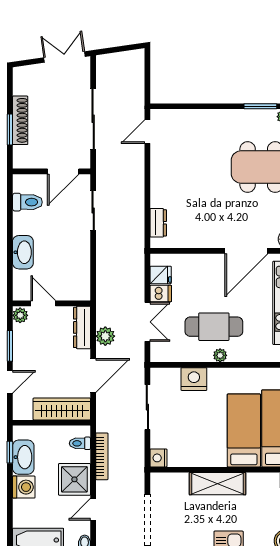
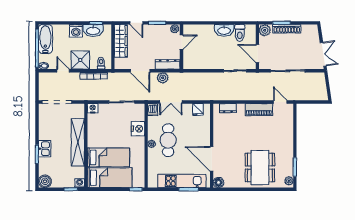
plant: (23, 159) -> (265, 30), added
piano: (161, 169) -> (259, 110), added
washbasin: (23, 252) -> (224, 30), moved
dishwasher: (161, 293) -> (152, 110), moved
wardrobe: (62, 409) -> (121, 41), moved
shelving: (217, 484) -> (78, 142), width x1.47

